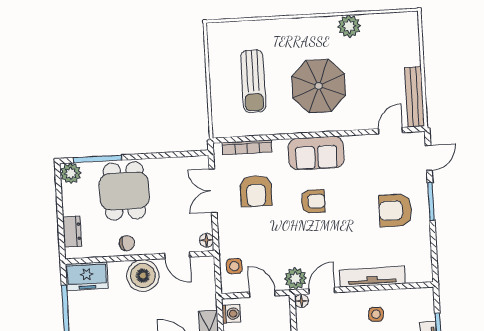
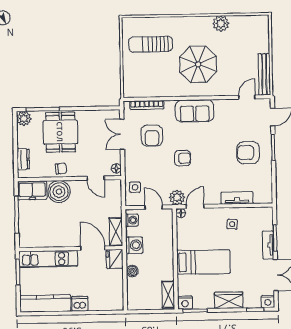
sun lounger: (253, 81) -> (151, 44), moved, turned 90
armchair: (313, 201) -> (183, 158), moved
boiler: (143, 276) -> (59, 192), moved
tv unit: (372, 277) -> (237, 198), width x0.71

